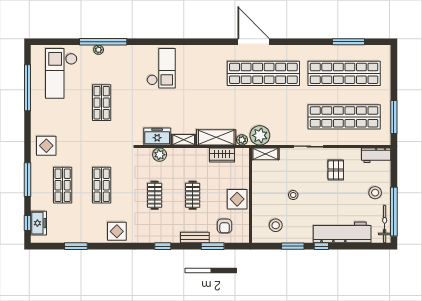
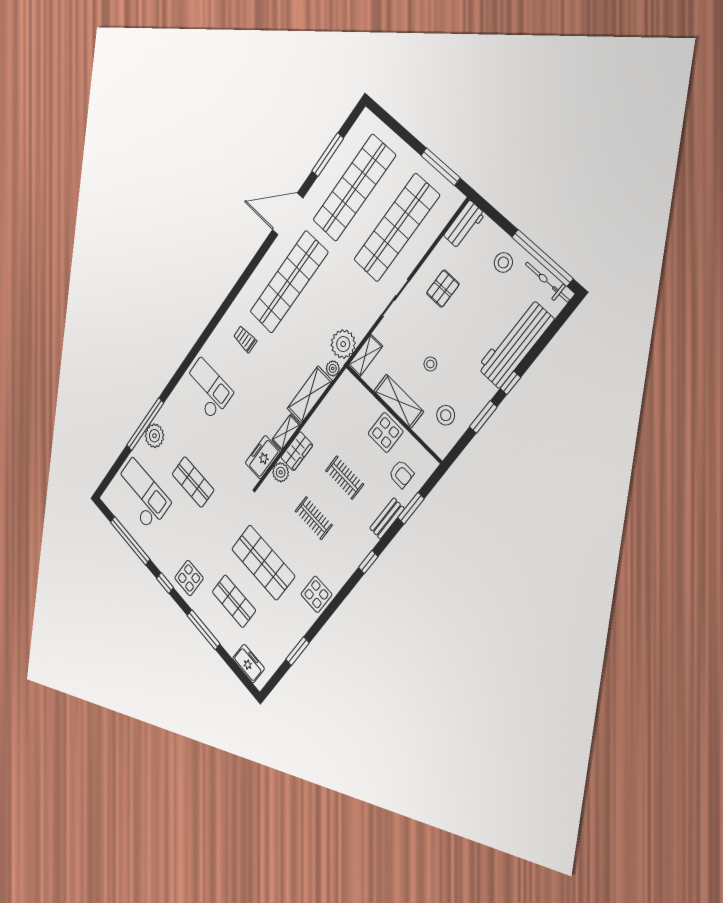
door: (254, 42) -> (288, 214), moved
plant: (99, 50) -> (154, 436), width x1.87, depth x1.87
trolley: (210, 70) -> (245, 339), added
checkout: (61, 73) -> (141, 495), turned 180
wardrobe: (222, 155) -> (297, 451), moved
pallet: (336, 170) -> (443, 289), turned 90
shop shelf: (102, 185) -> (263, 562), width x1.43, depth x1.36
shelving: (259, 193) -> (399, 401), added
window: (28, 223) -> (165, 583), moved

